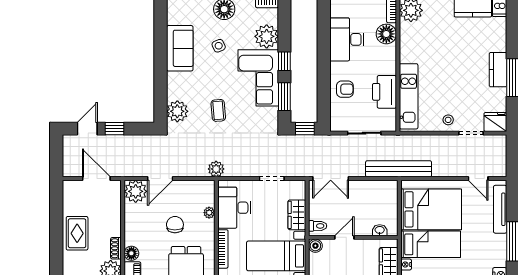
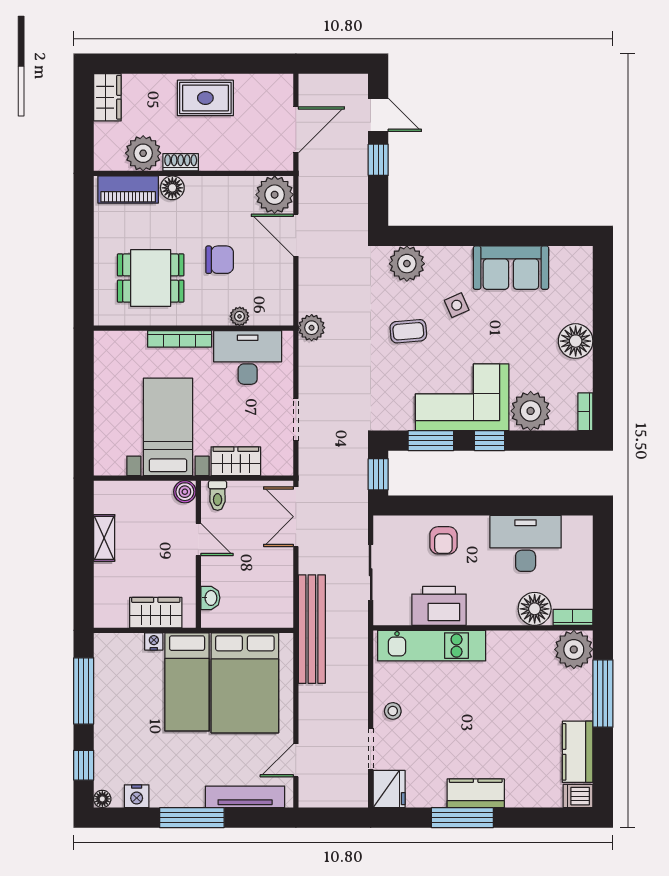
side table: (219, 46) -> (457, 305), moved

